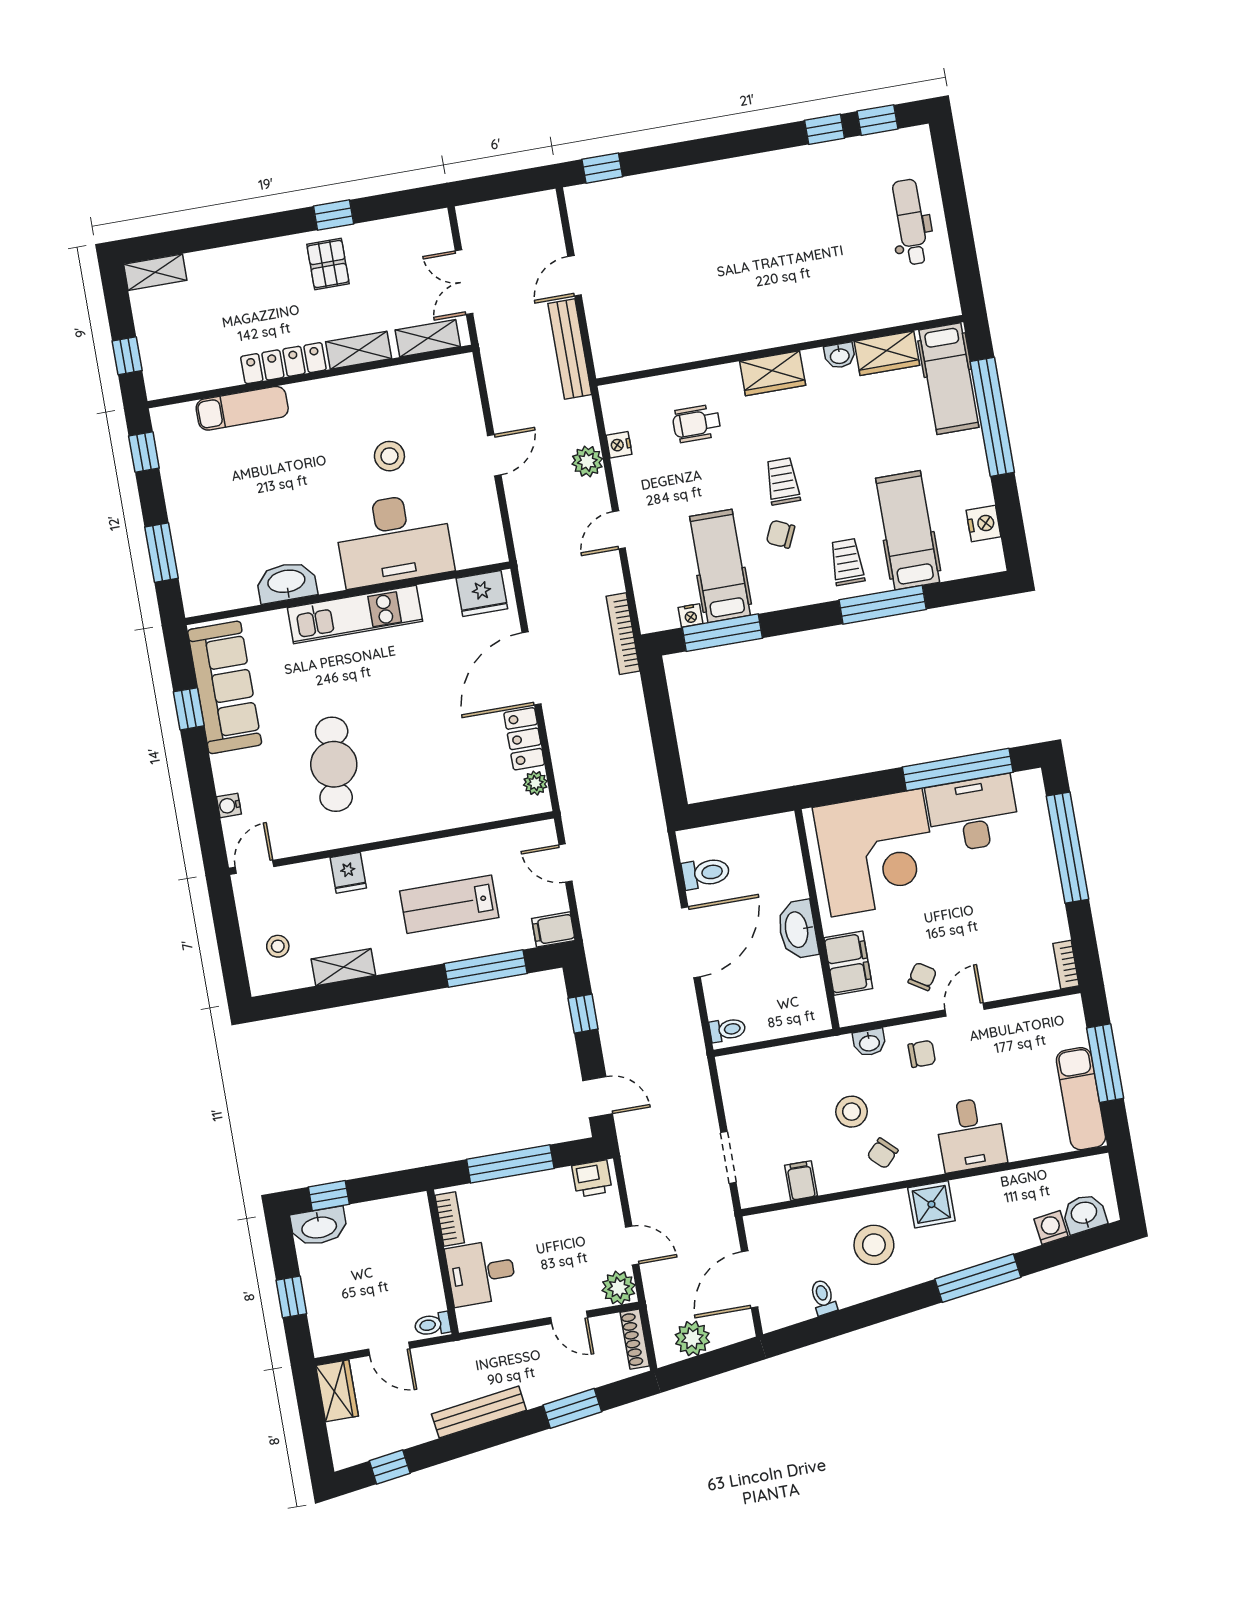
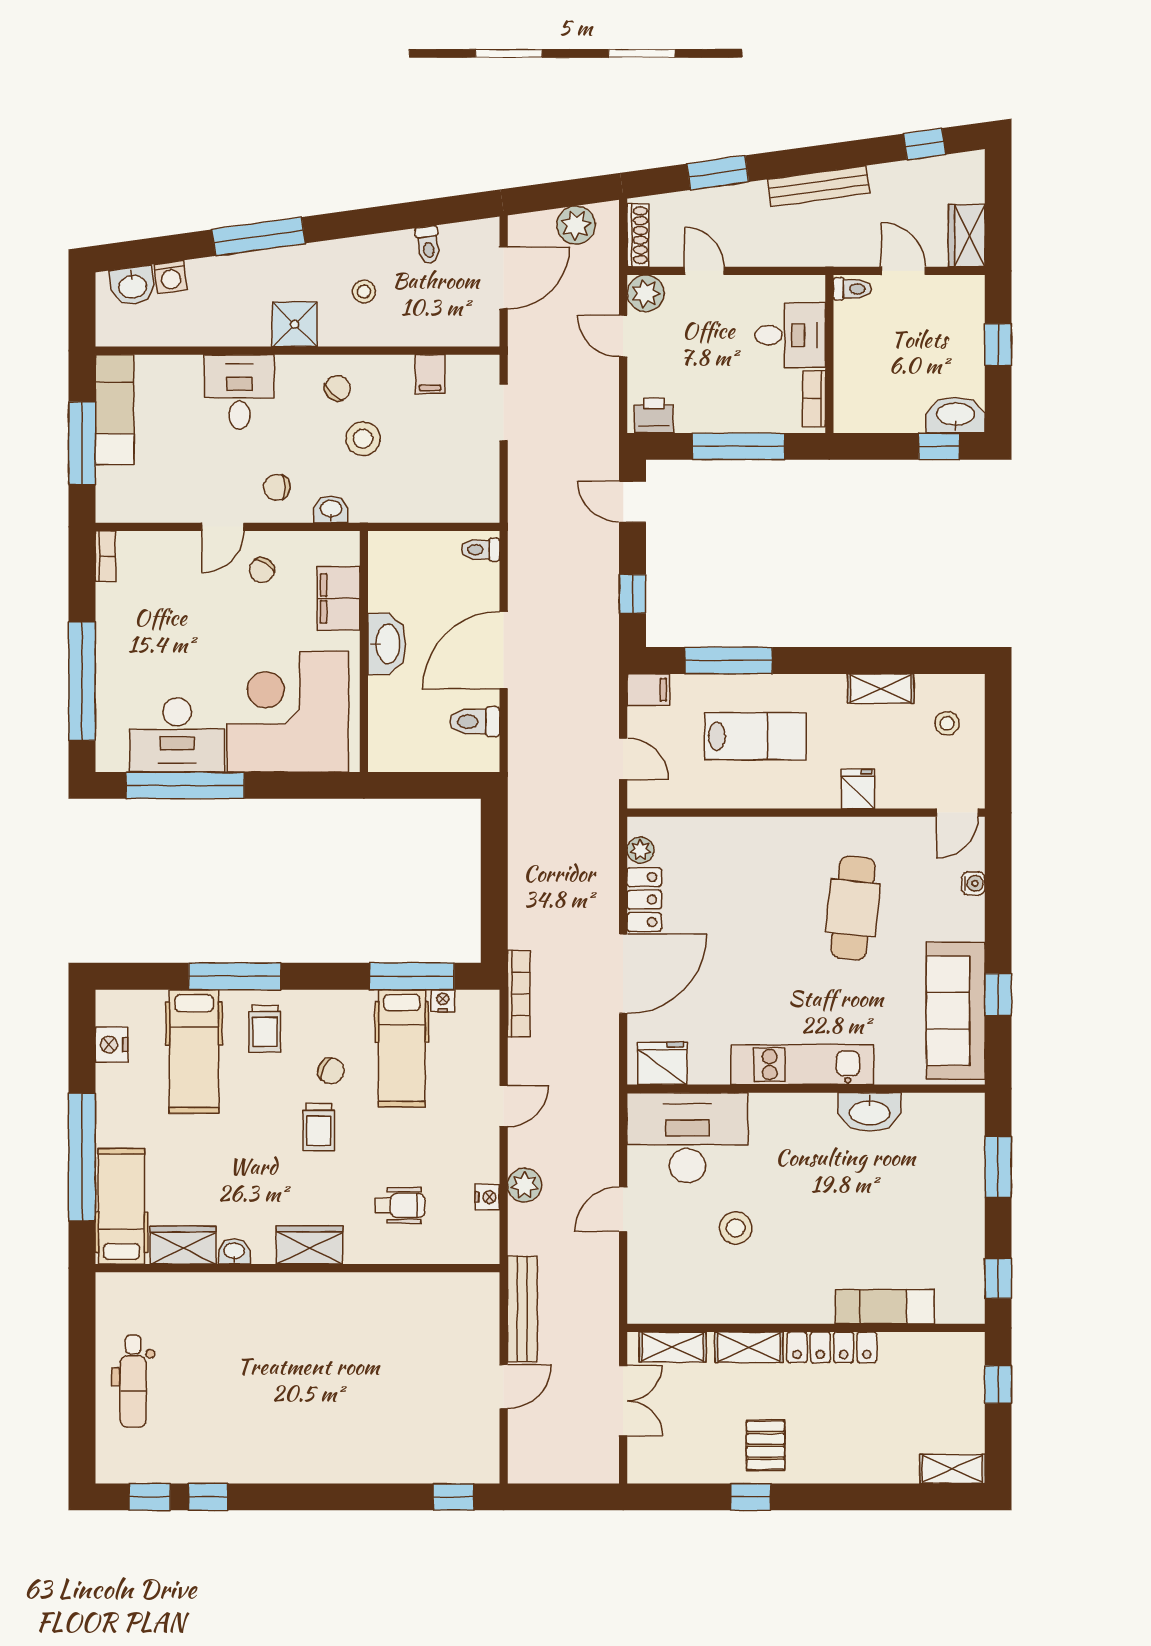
desk: (394, 539) -> (687, 1138), moved
stool: (874, 1245) -> (364, 292), width x0.53, depth x0.53

